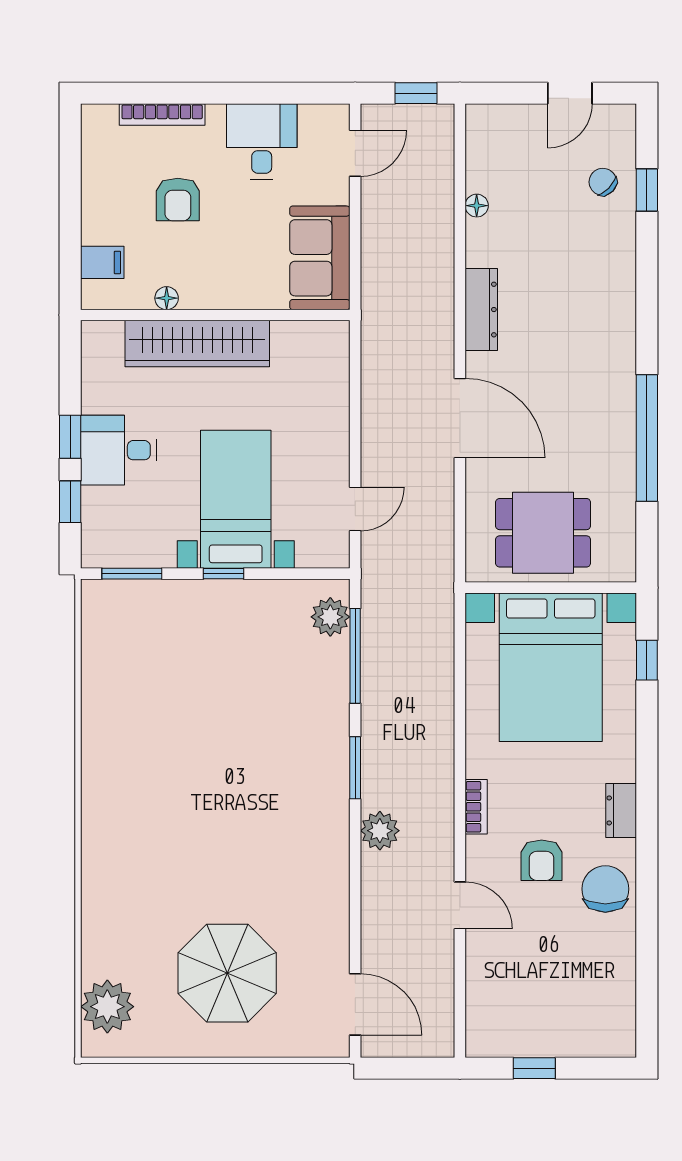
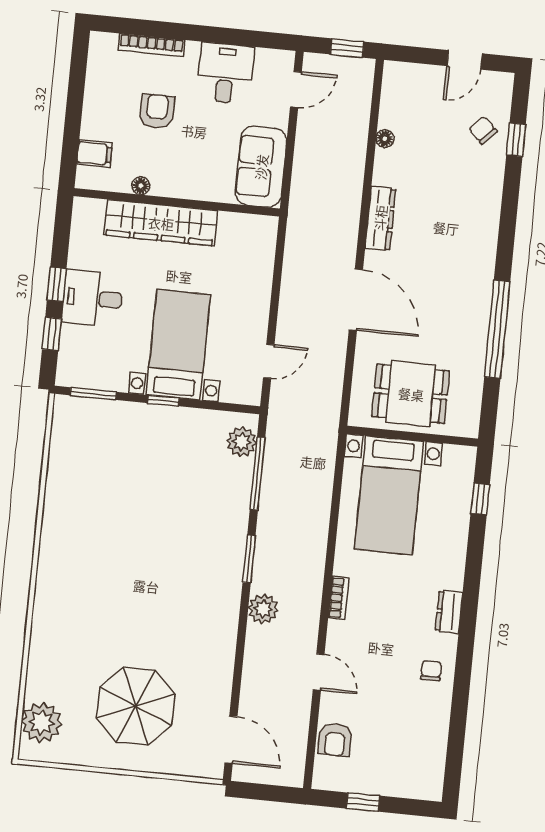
armchair: (178, 200) -> (157, 111), turned 180
bed with nightstands: (551, 667) -> (389, 495), width x0.73
armchair: (542, 860) -> (335, 740), moved
chair: (605, 889) -> (431, 671), width x0.54, depth x0.54

